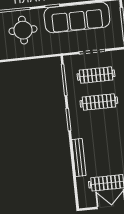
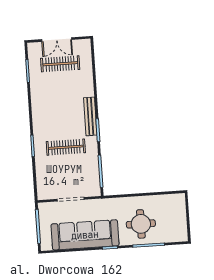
clothes rail: (96, 75) -> (68, 175), removed
bench: (79, 158) -> (90, 116), moved

